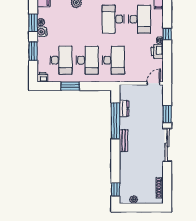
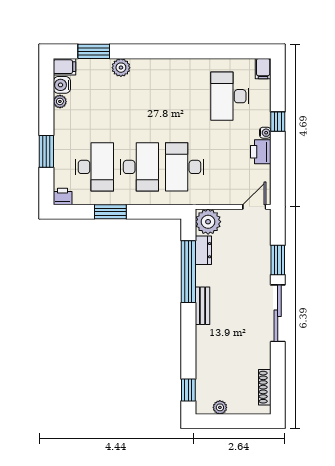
desk: (113, 19) -> (185, 96), removed
desk: (139, 19) -> (230, 96), turned 180
window: (33, 23) -> (46, 102), removed
water cooler: (42, 32) -> (62, 85), moved
desk: (113, 60) -> (185, 167), turned 180
plant: (127, 92) -> (208, 222), added

